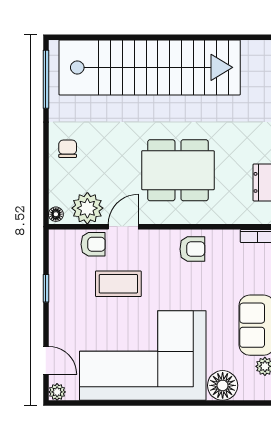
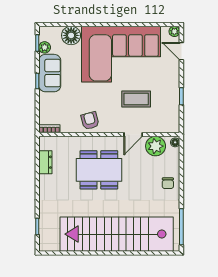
armchair: (93, 244) -> (152, 124), removed
armchair: (192, 249) -> (90, 121), turned 75

